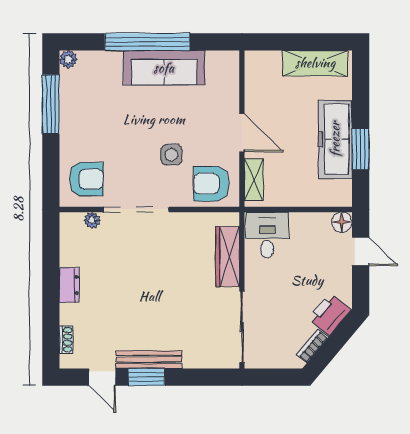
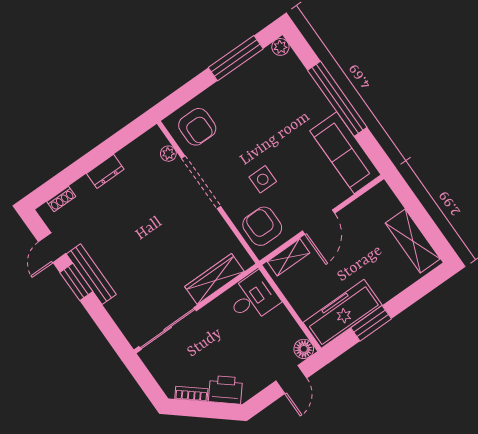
sofa: (164, 68) -> (345, 153), moved
freezer: (335, 139) -> (343, 314), moved

